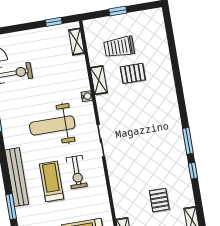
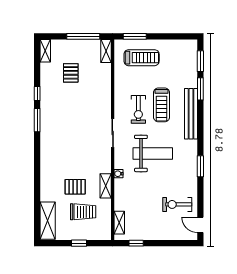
shelving: (157, 30) -> (48, 221), added
exercise bike: (77, 172) -> (138, 109), turned 180

